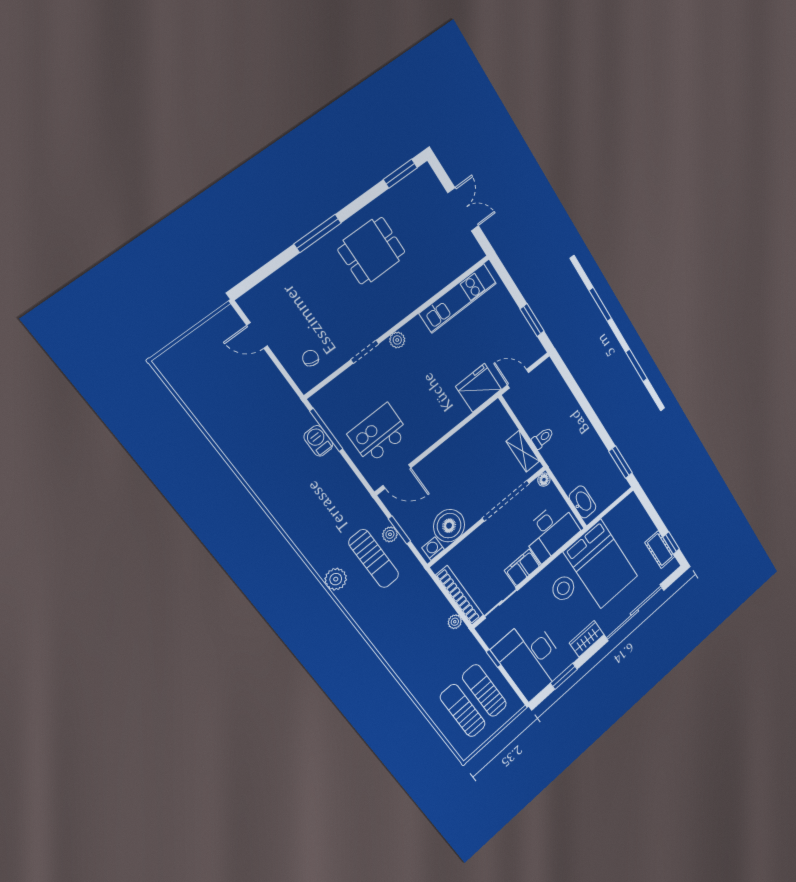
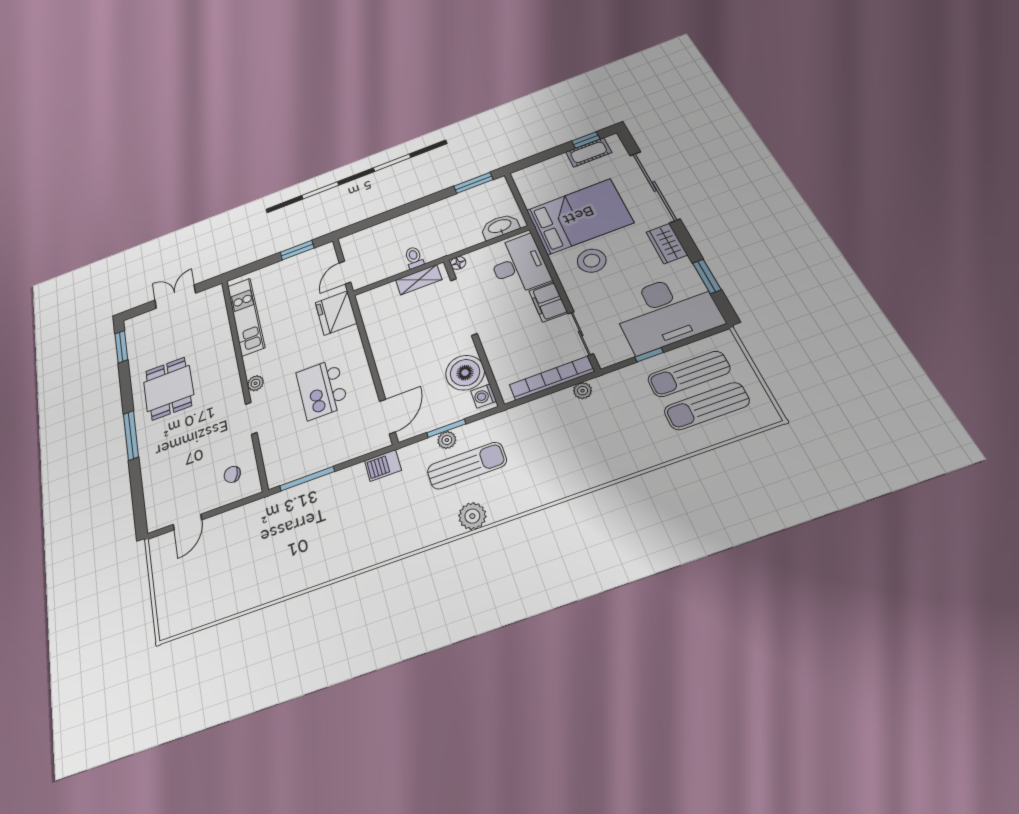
kitchen island: (378, 434) -> (322, 389), moved
barbecue: (318, 441) -> (383, 465), moved

